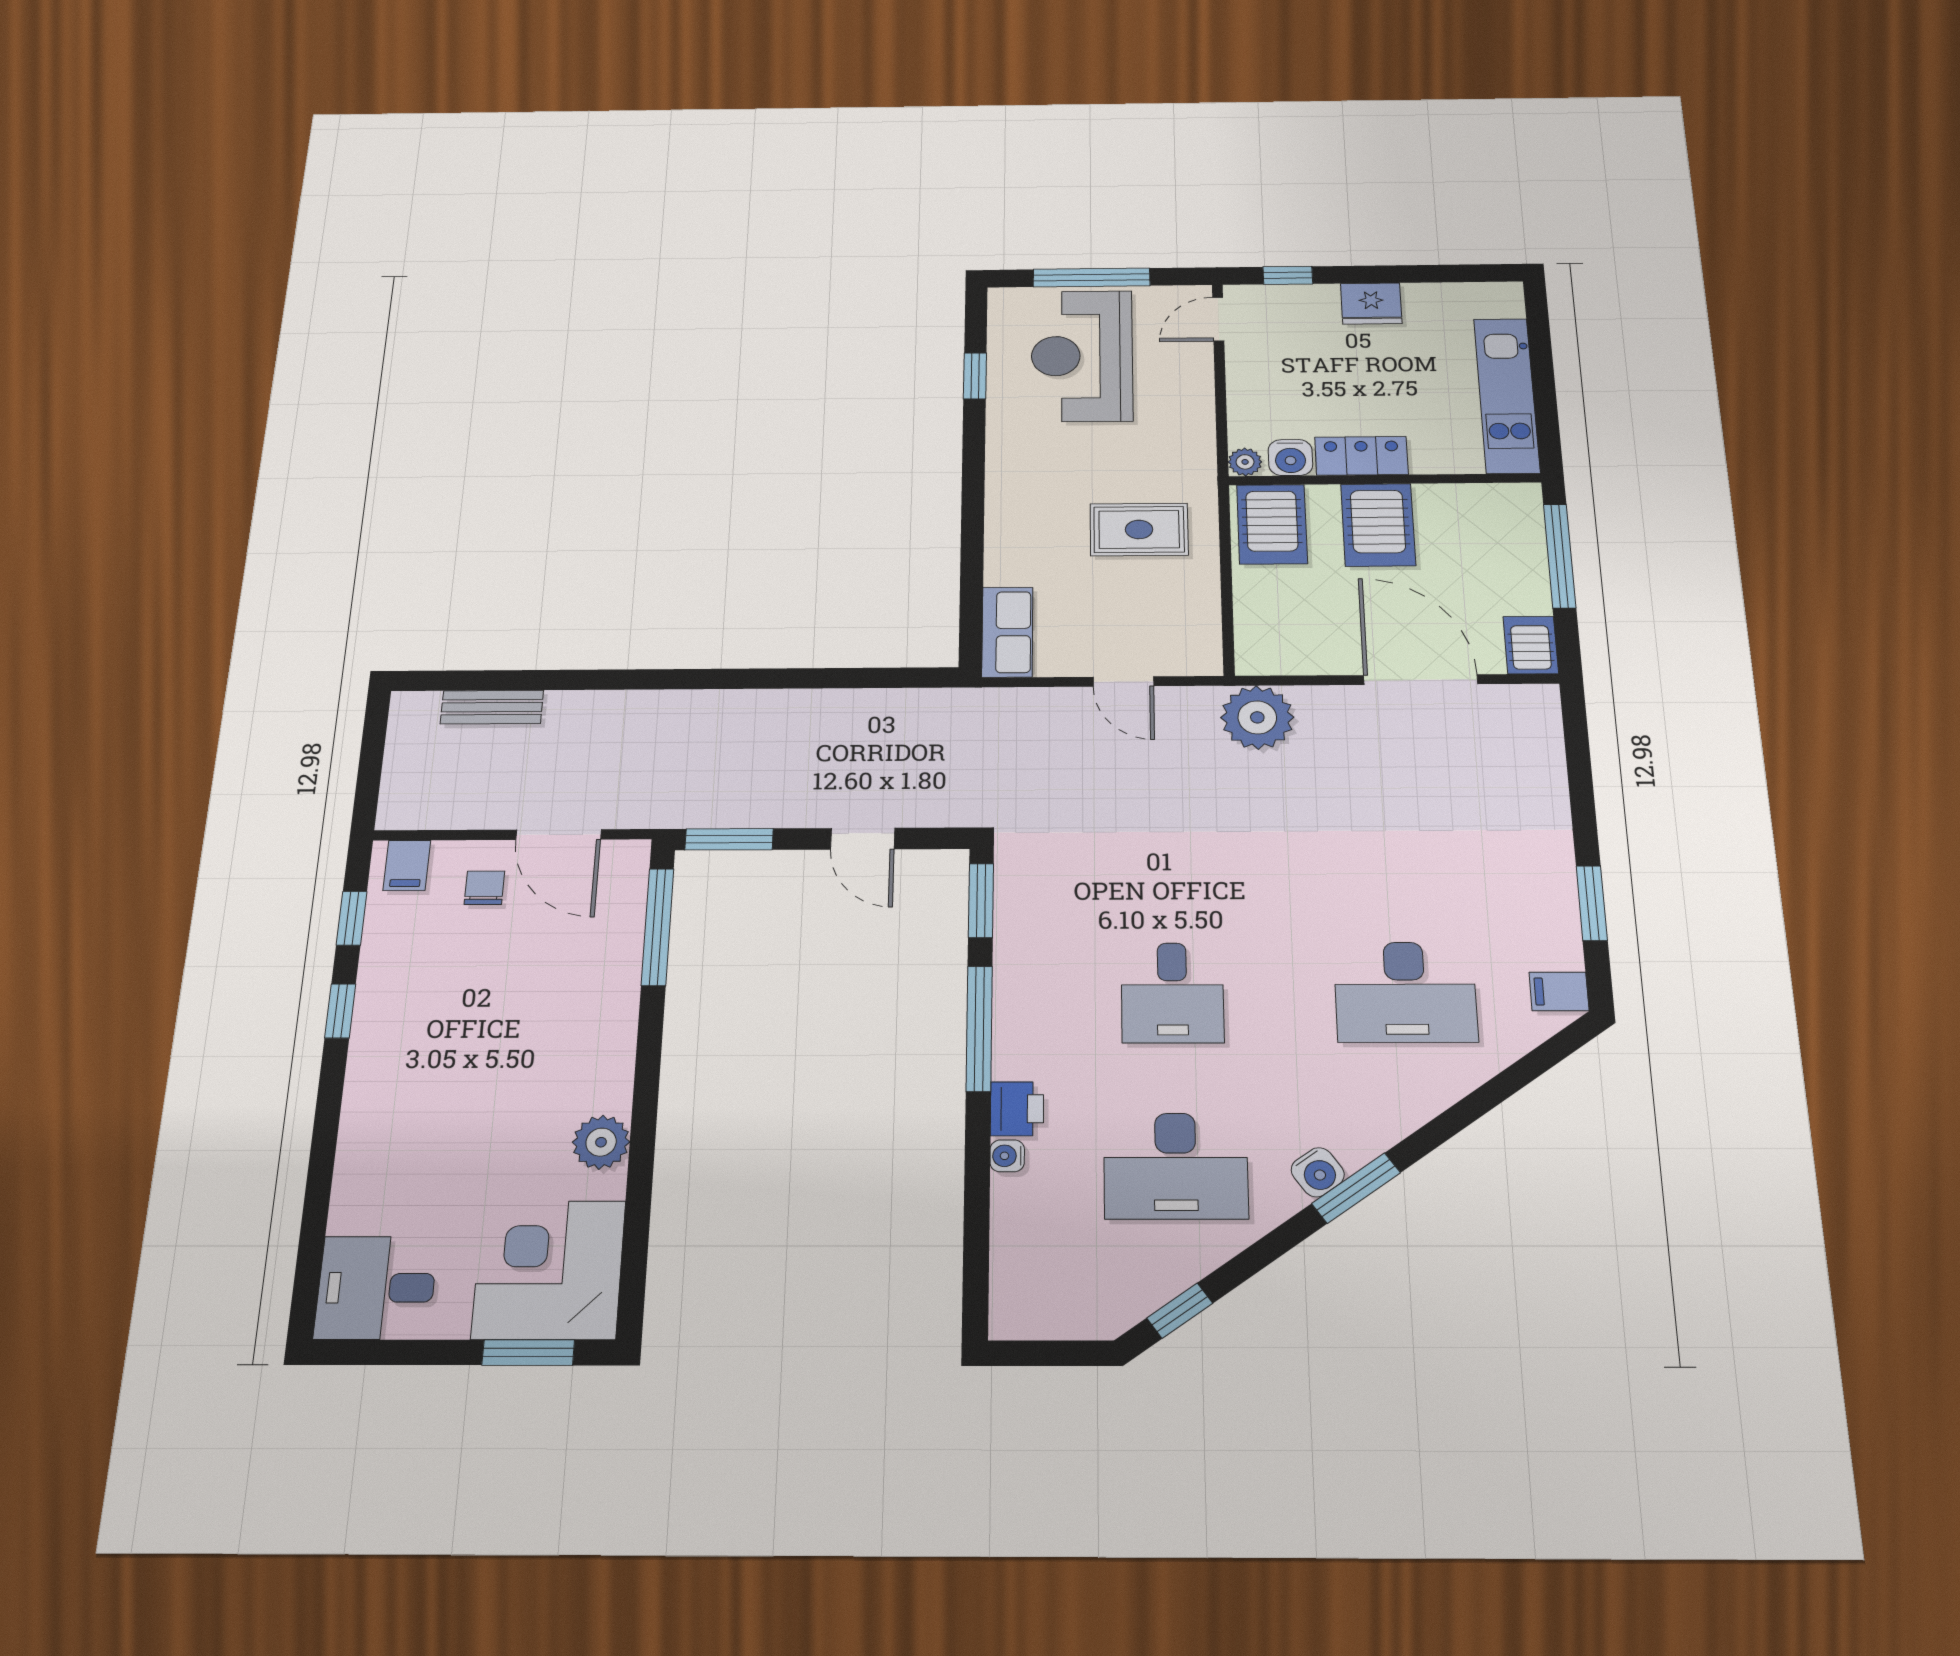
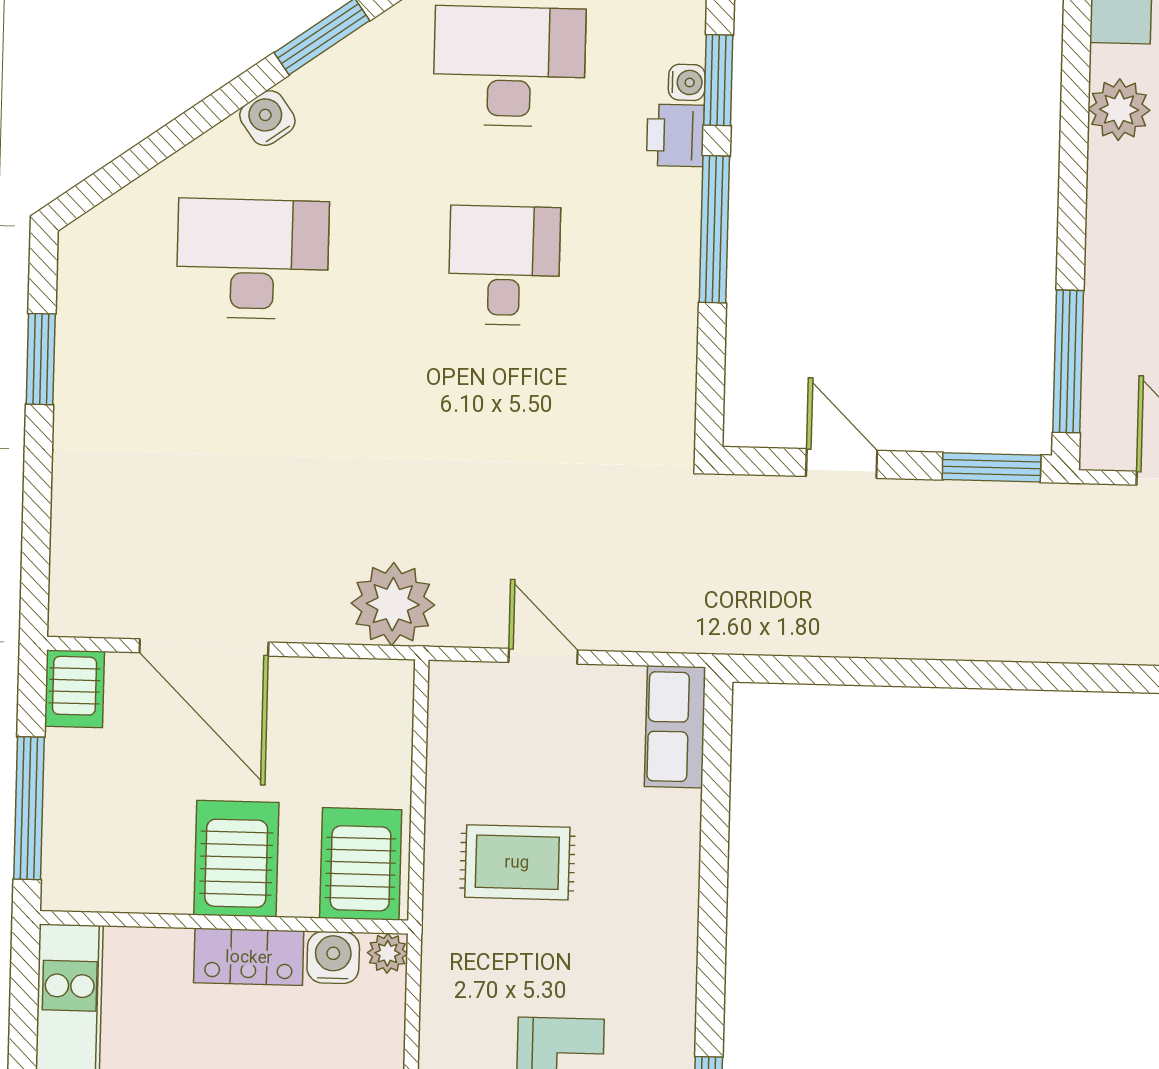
window: (981, 901) -> (718, 80), moved
filing cabinet: (1559, 991) -> (87, 255), removed
water cooler: (1318, 1172) -> (267, 118), moved

